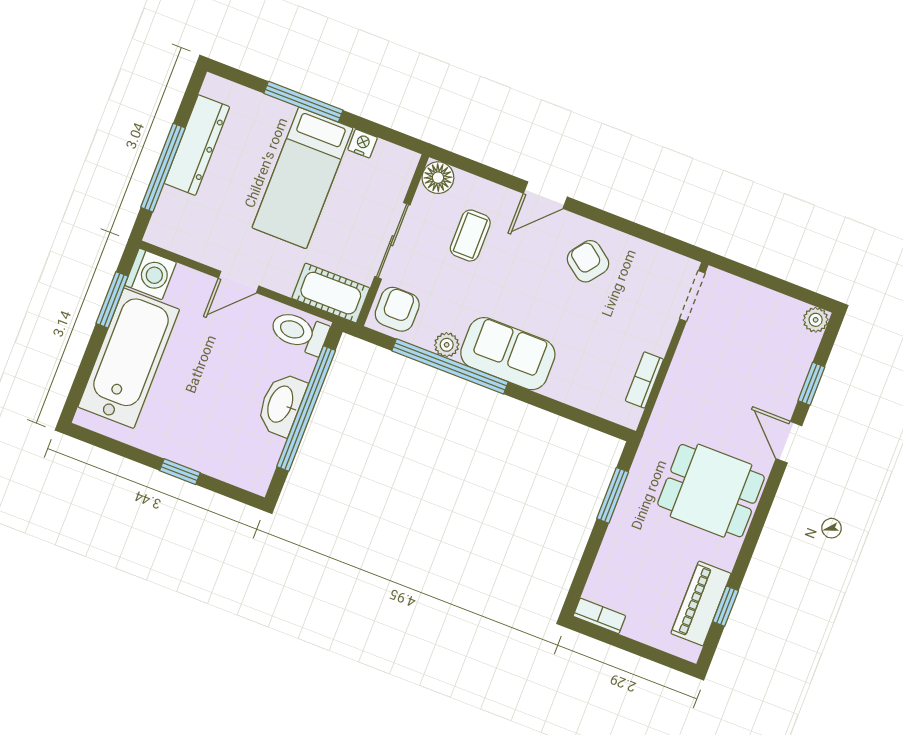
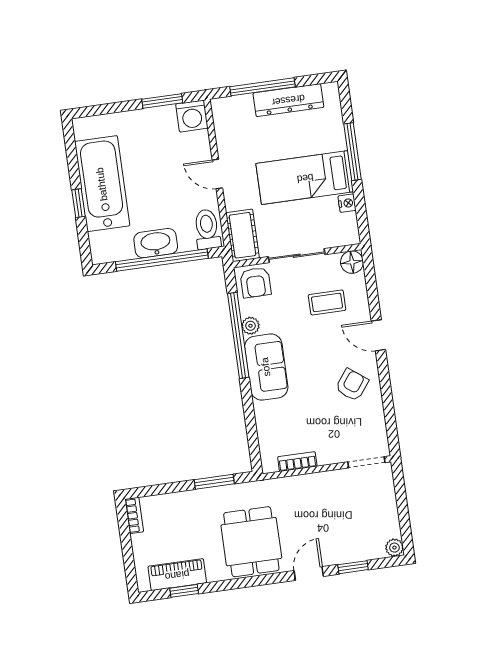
armchair: (397, 309) -> (255, 282), turned 90
bathtub: (129, 358) -> (102, 184), moved, turned -90

